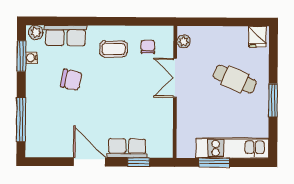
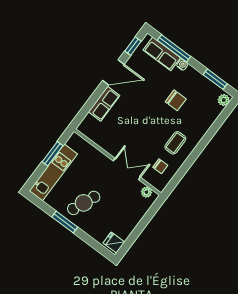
row of seats: (66, 36) -> (162, 54), moved, turned -90
water cooler: (31, 58) -> (182, 65), moved
cafe table: (235, 79) -> (84, 203), moved
chair: (71, 80) -> (176, 100), turned -102
window: (139, 162) -> (133, 46), moved

